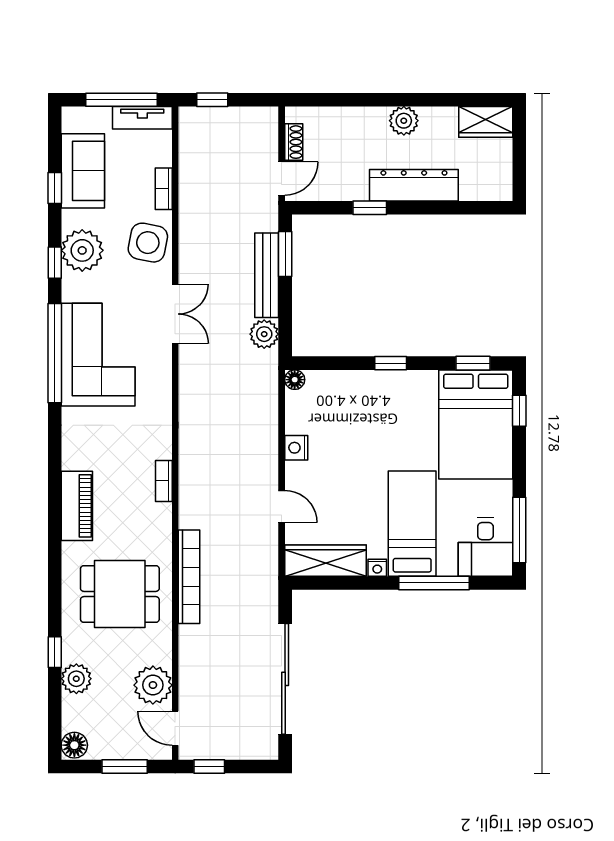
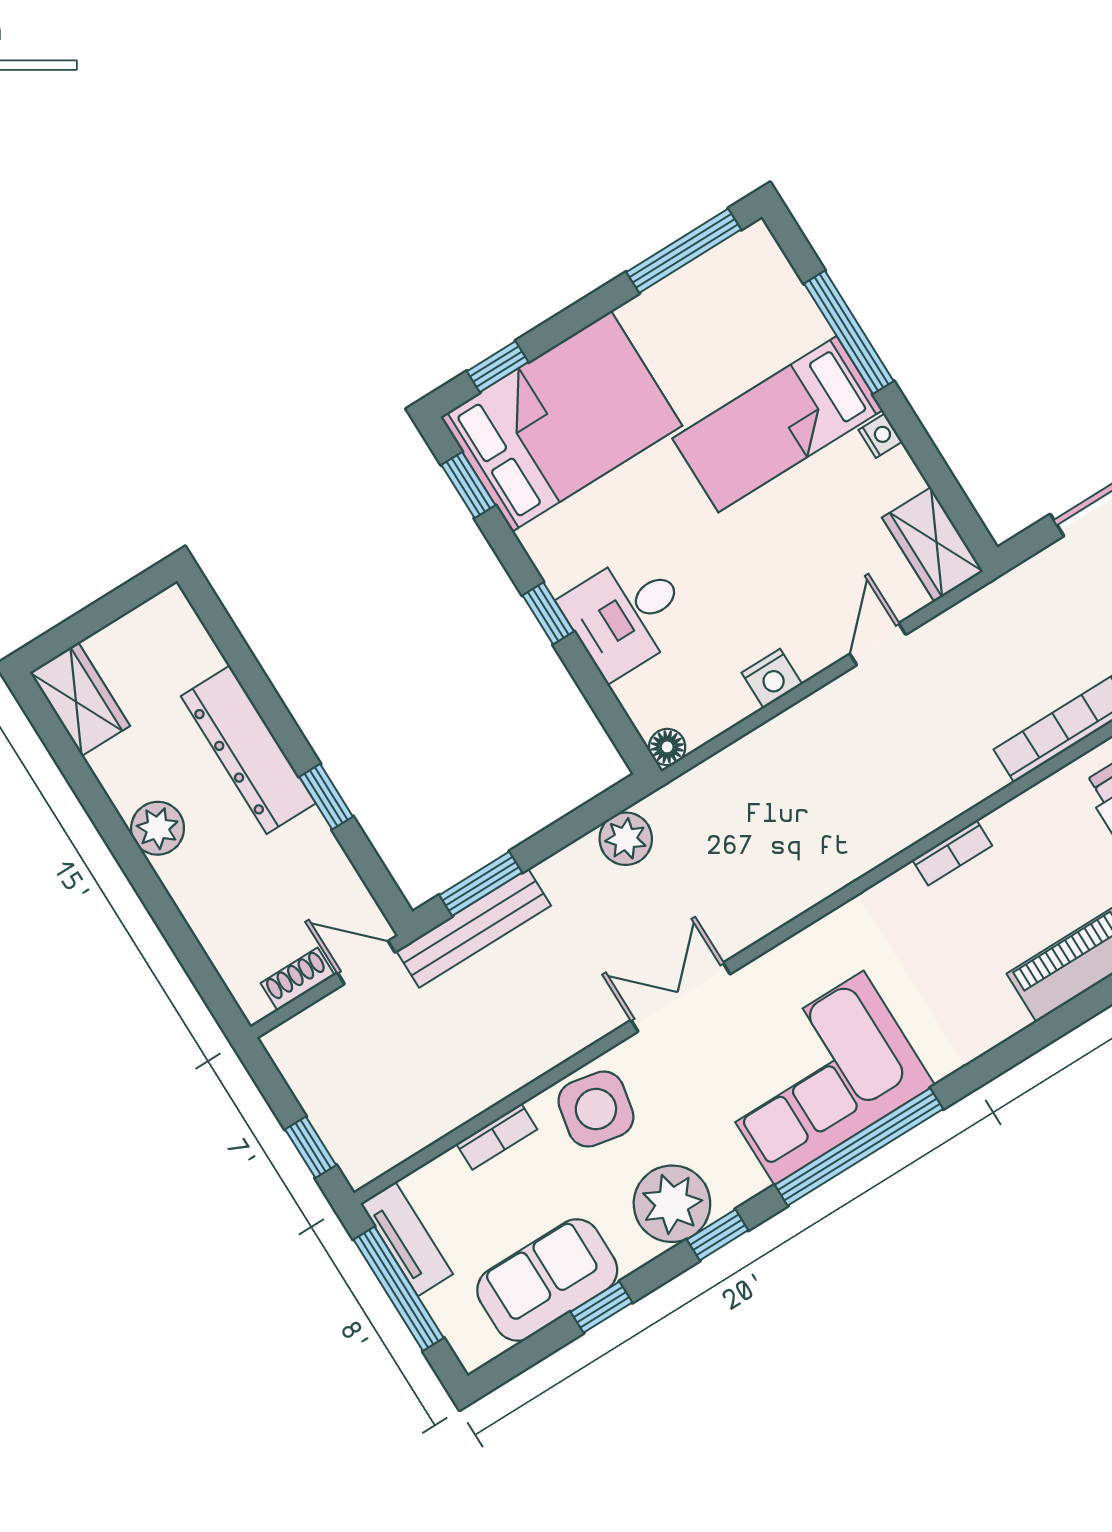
bench: (267, 275) -> (474, 928), moved
desk: (485, 547) -> (627, 614), moved, turned 180
wardrobe: (325, 561) -> (933, 545), width x0.67

